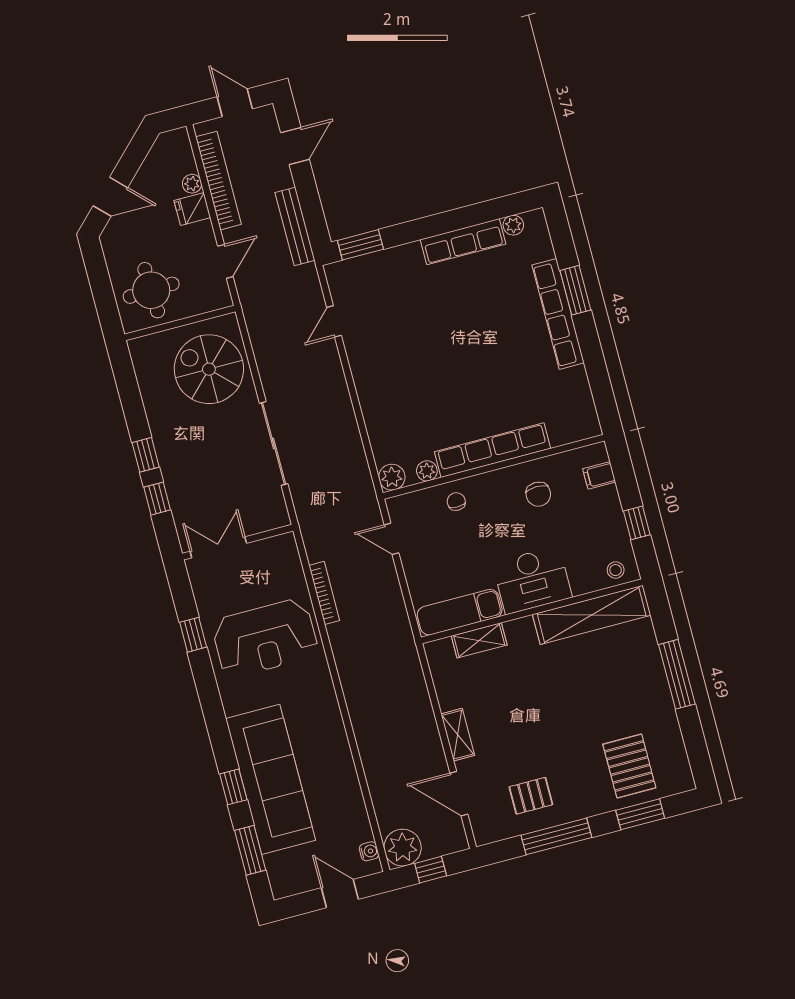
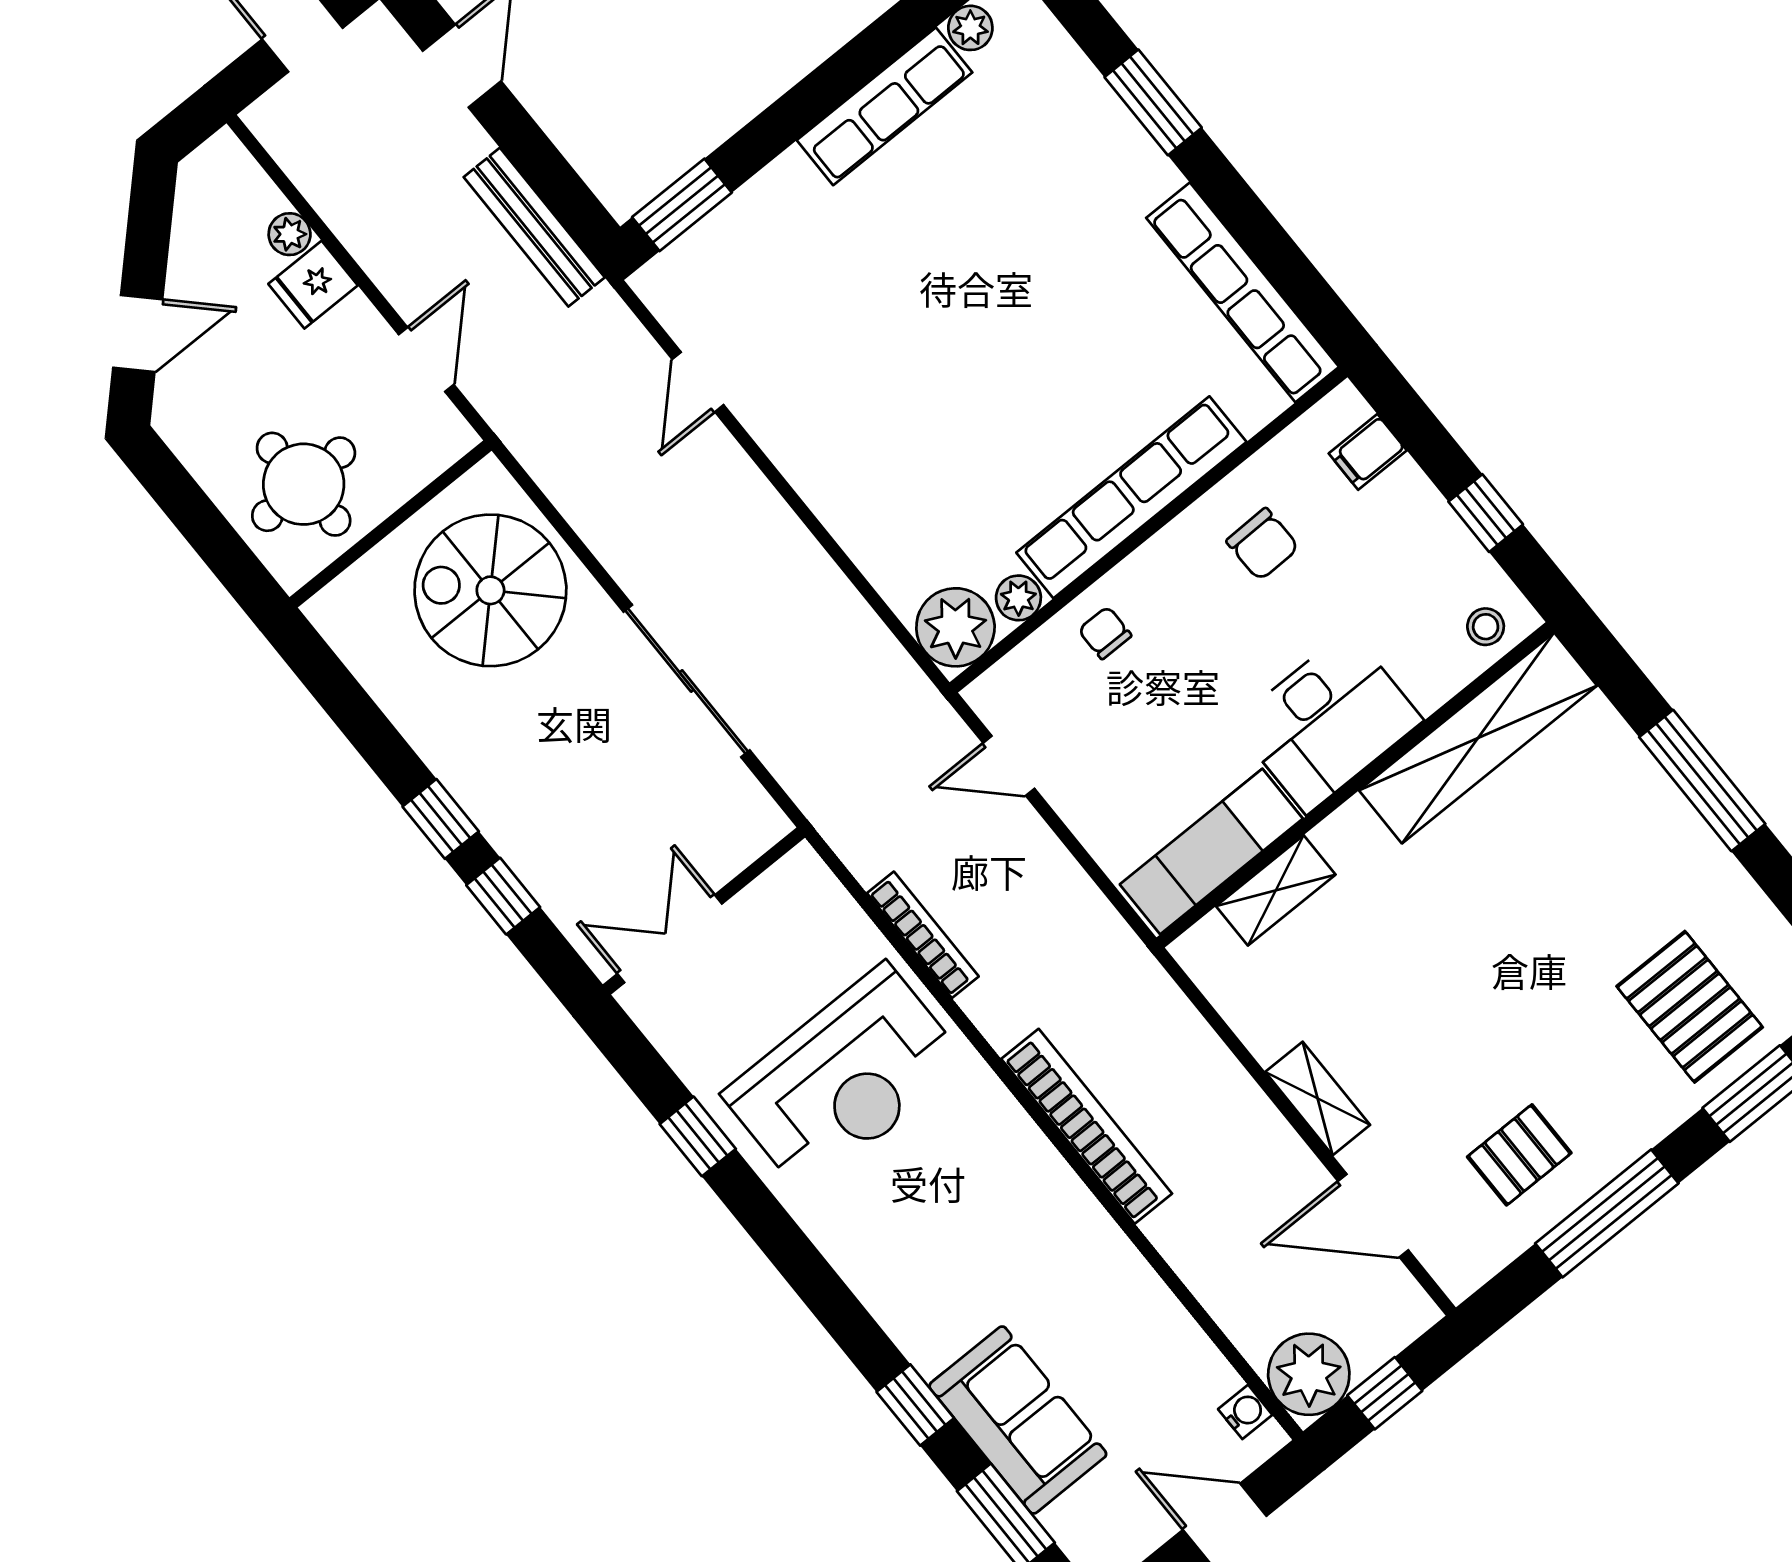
bookcase: (219, 181) -> (1087, 1126), moved
row of seats: (558, 314) -> (1243, 292), moved
plant: (392, 477) -> (955, 627), width x1.36, depth x1.36
sofa: (271, 779) -> (1018, 1420), width x0.54, depth x0.79

